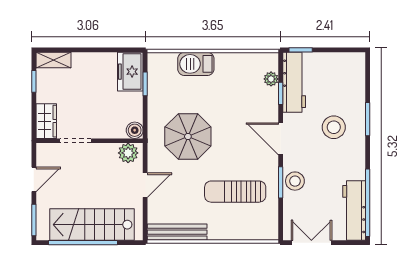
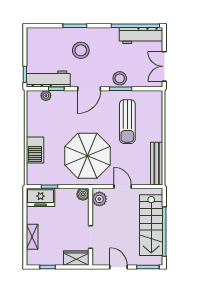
shelving: (54, 60) -> (32, 237), moved
parasol: (188, 136) -> (87, 156), width x1.36, depth x1.36

